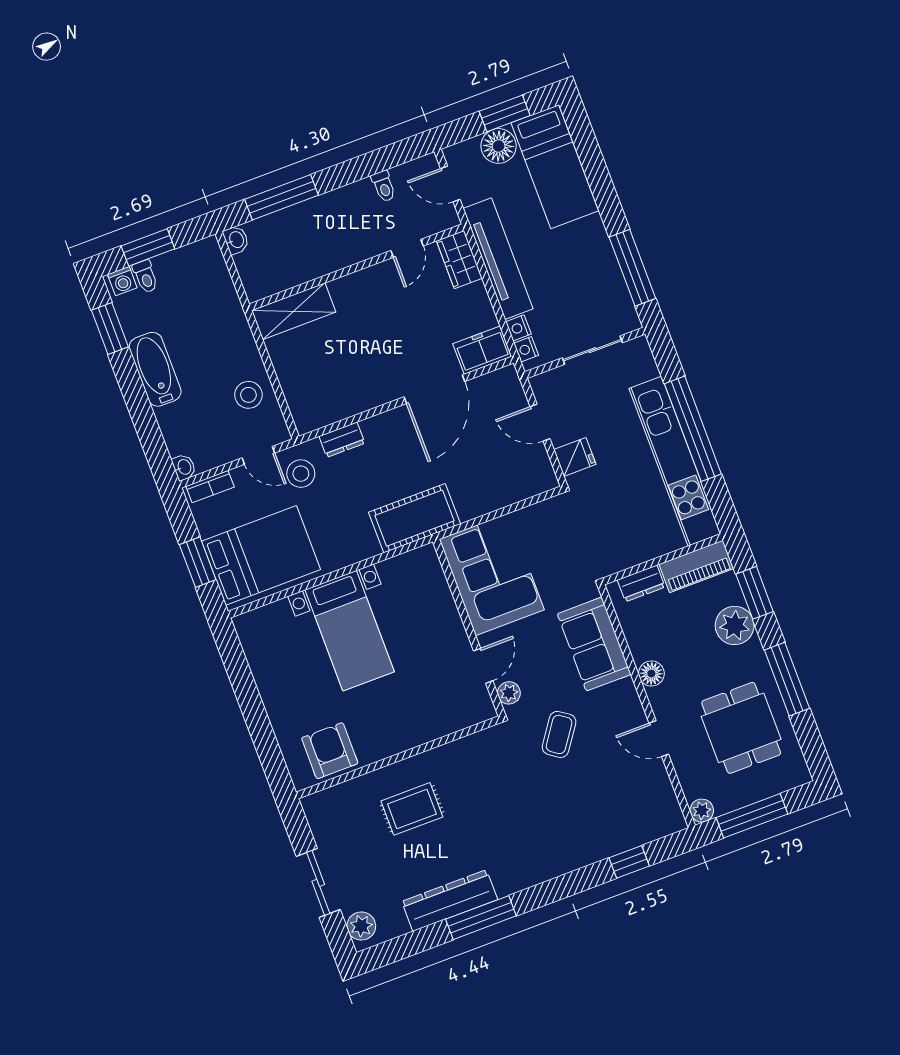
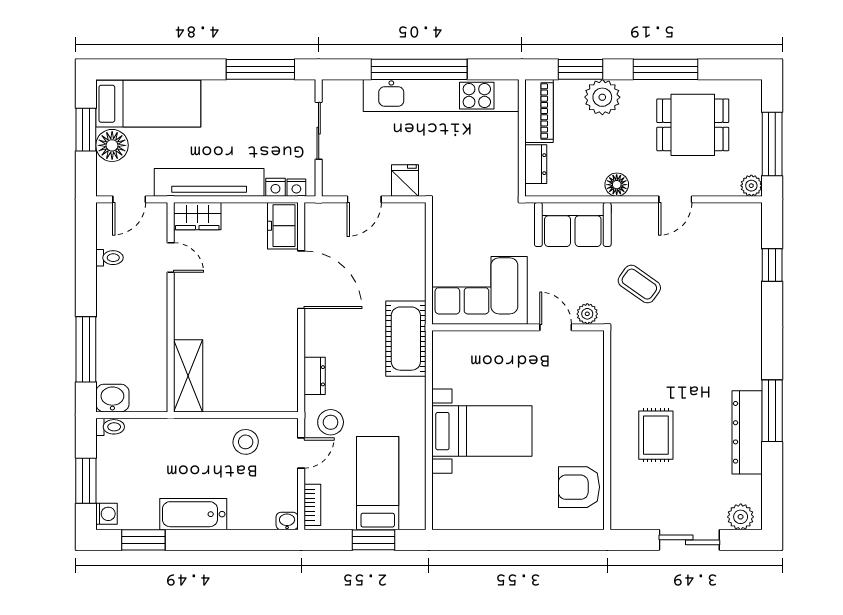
washbasin: (236, 240) -> (112, 398), width x1.38, depth x1.45
toilet: (145, 277) -> (110, 427), moved
bed: (261, 555) -> (378, 483), width x0.67

